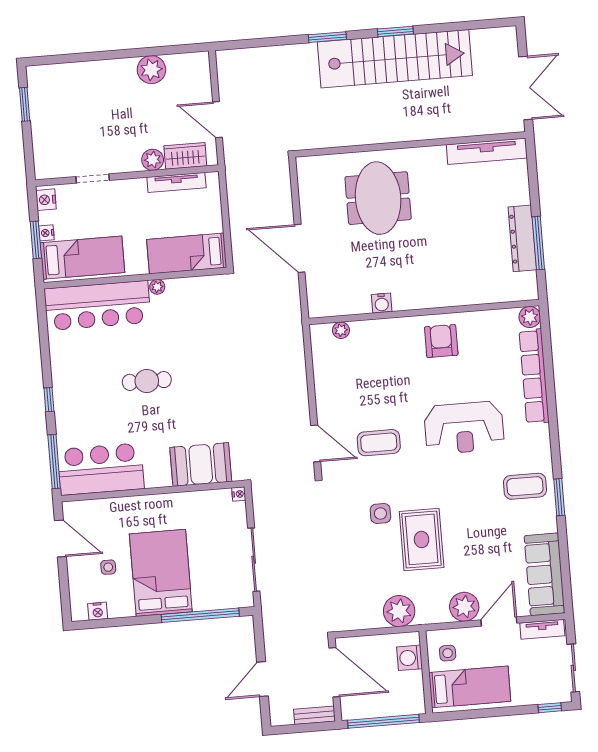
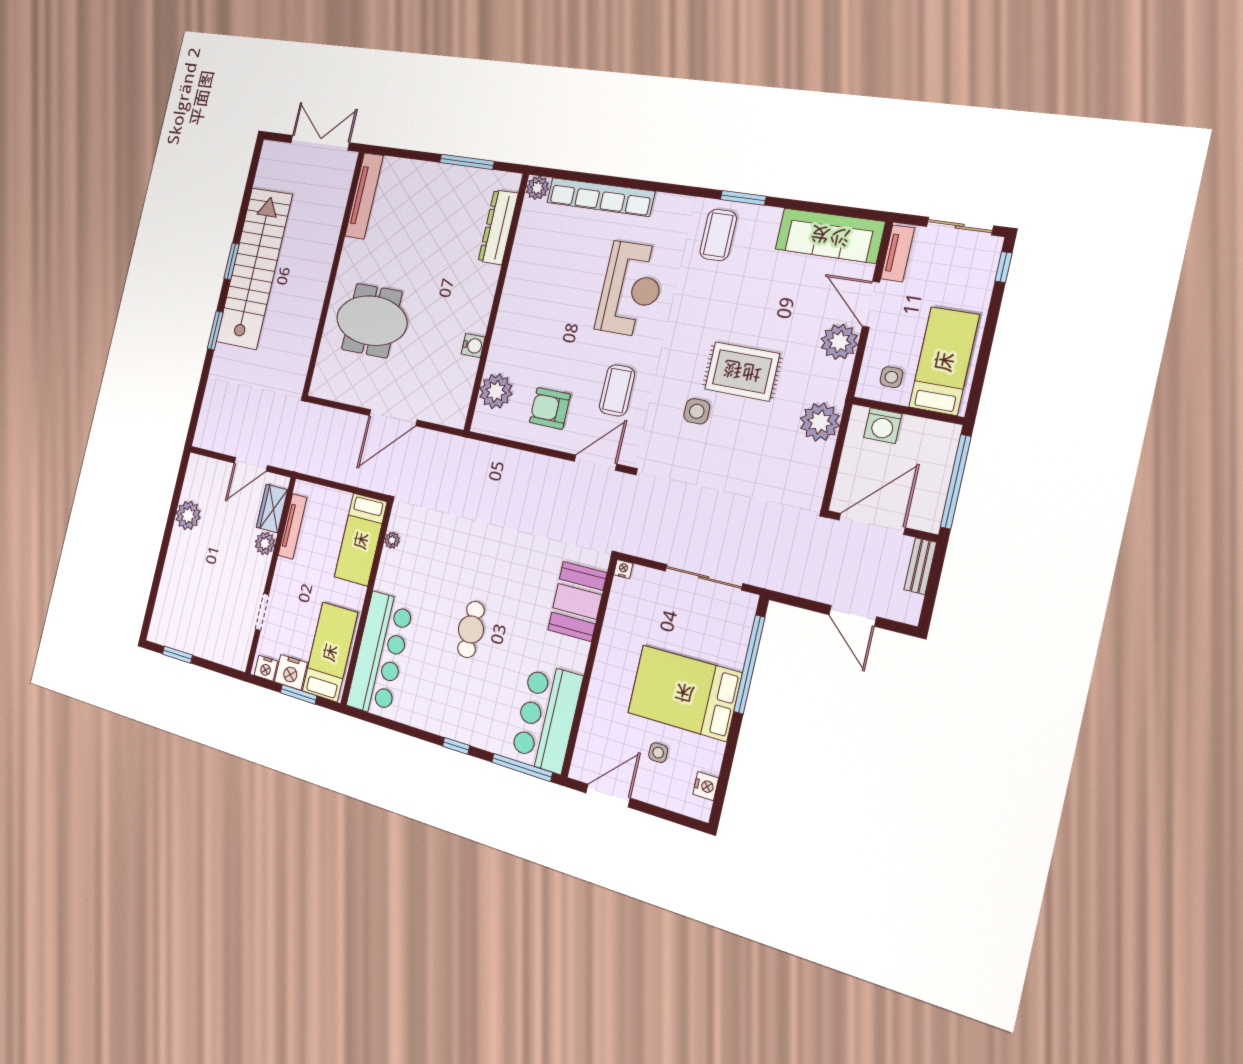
nightstand: (46, 233) -> (291, 672), width x1.89, depth x1.79
dresser: (522, 238) -> (498, 227), moved, turned 90
plant: (157, 287) -> (392, 540), moved
plant: (341, 330) -> (496, 391), width x1.87, depth x1.87
armchair: (441, 341) -> (550, 408), moved

